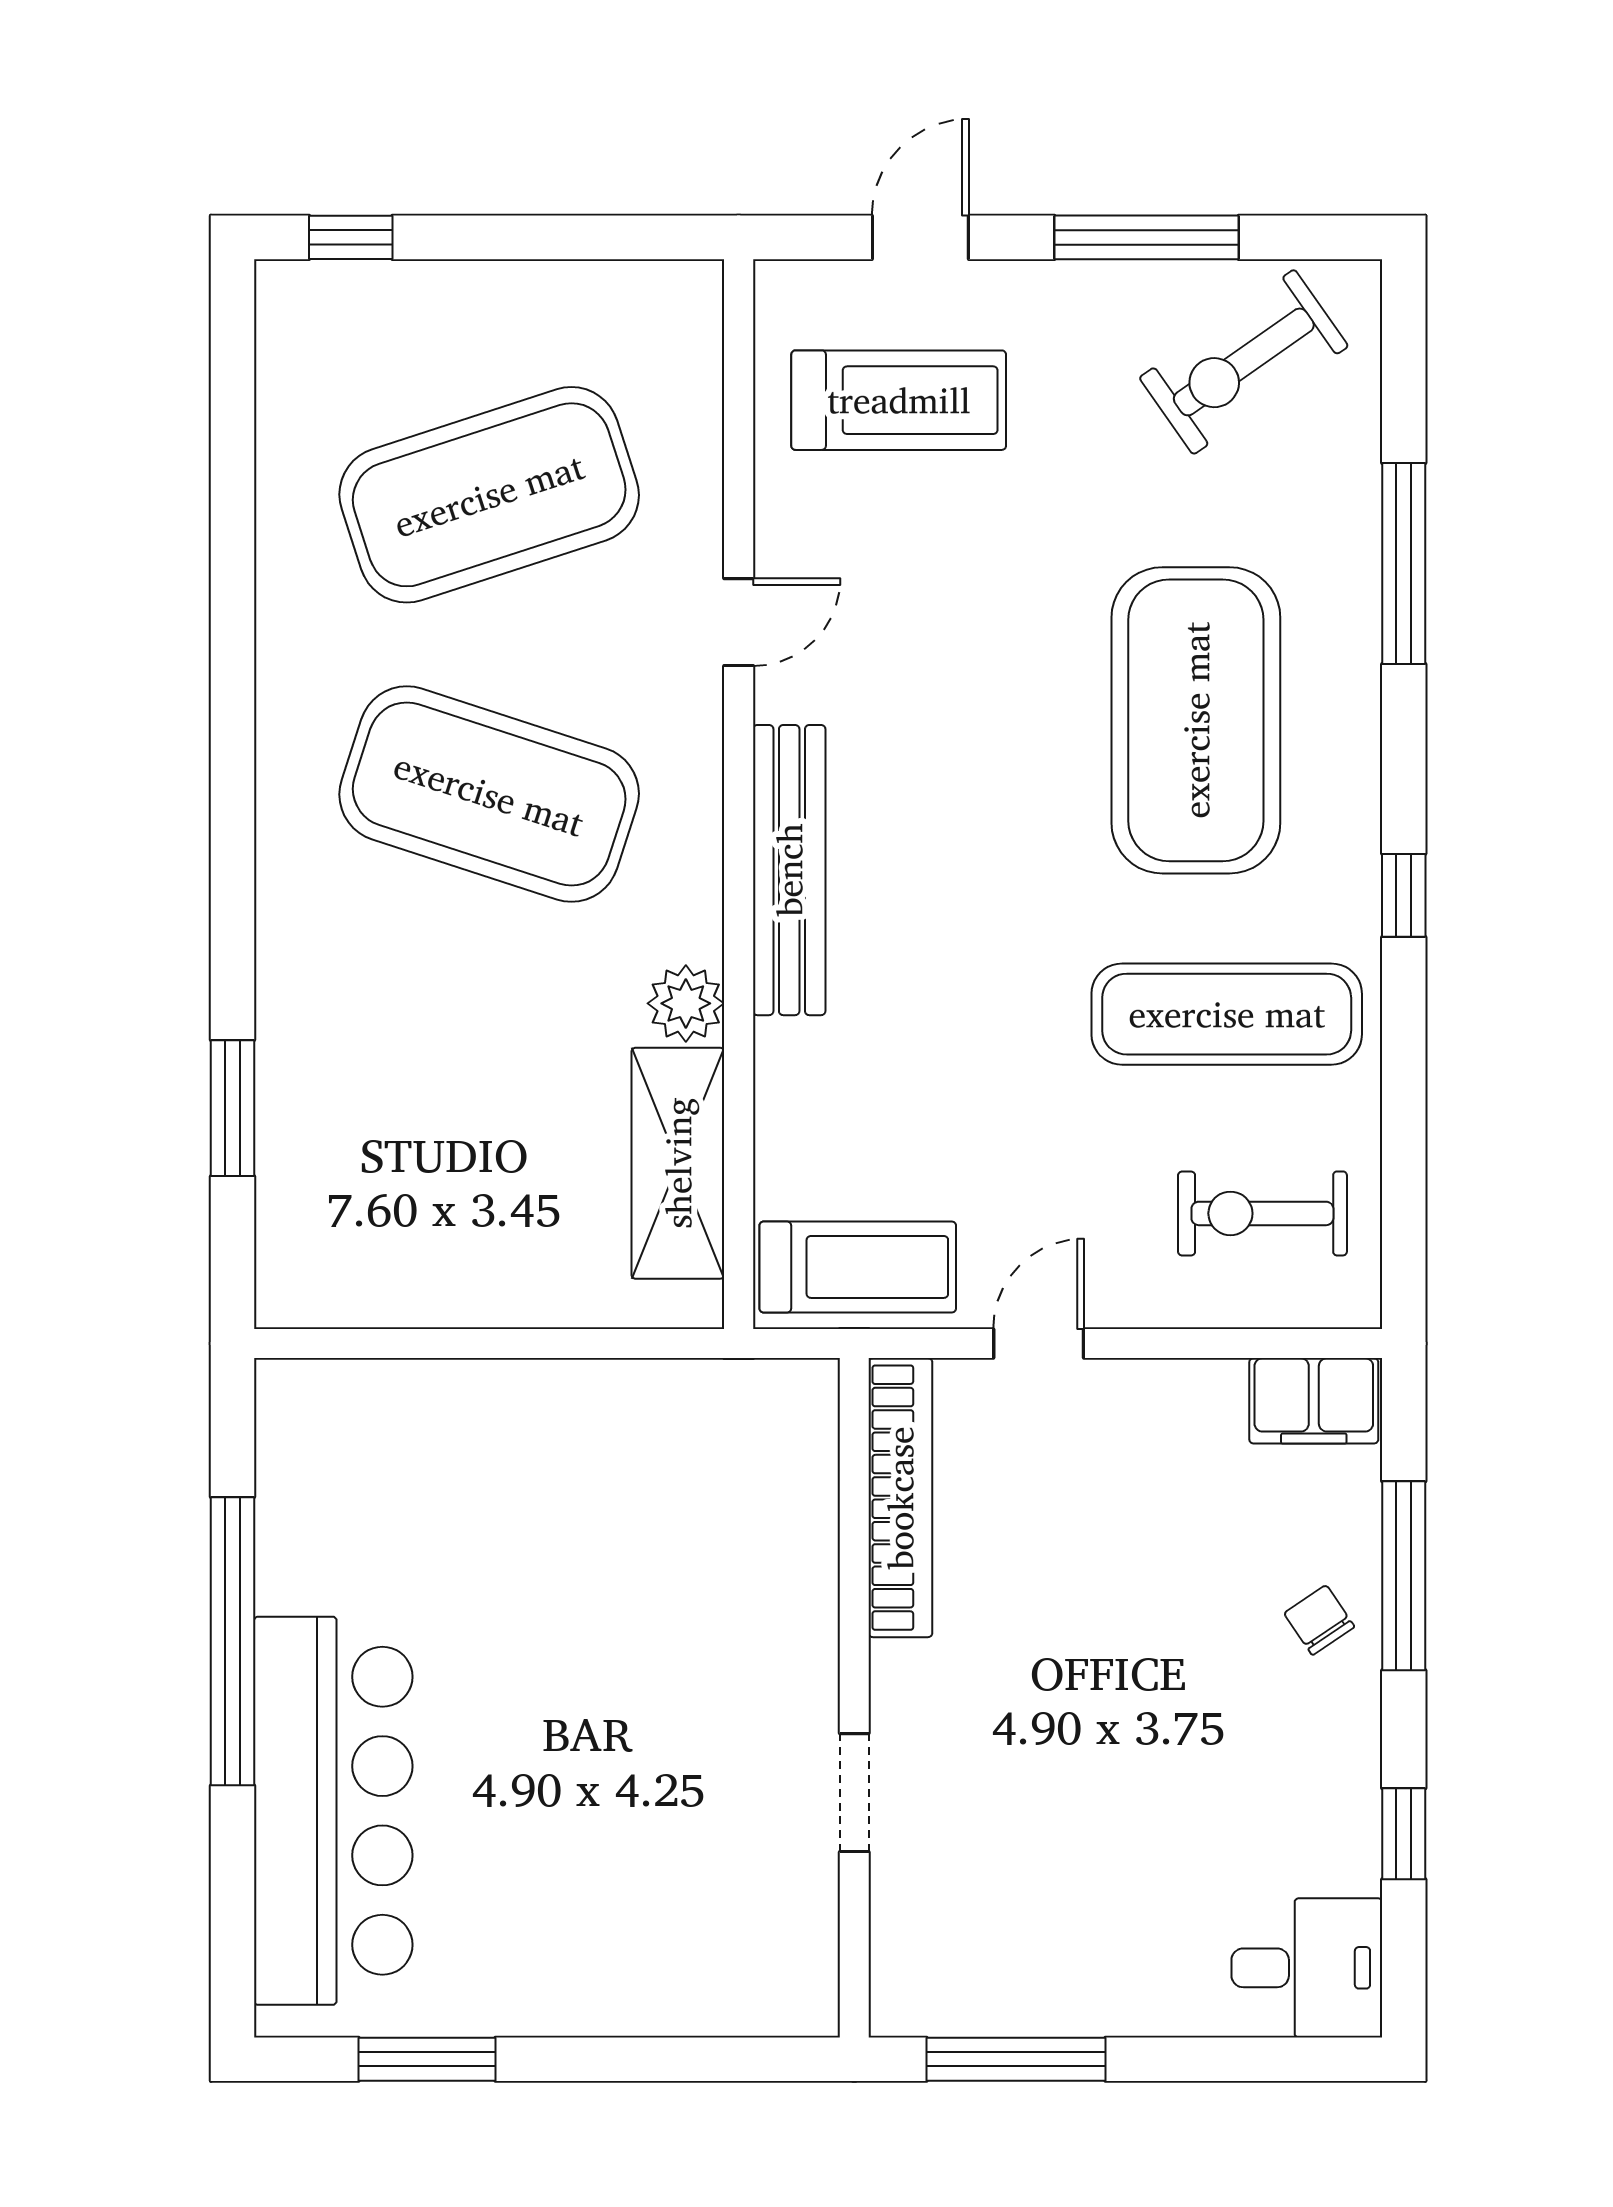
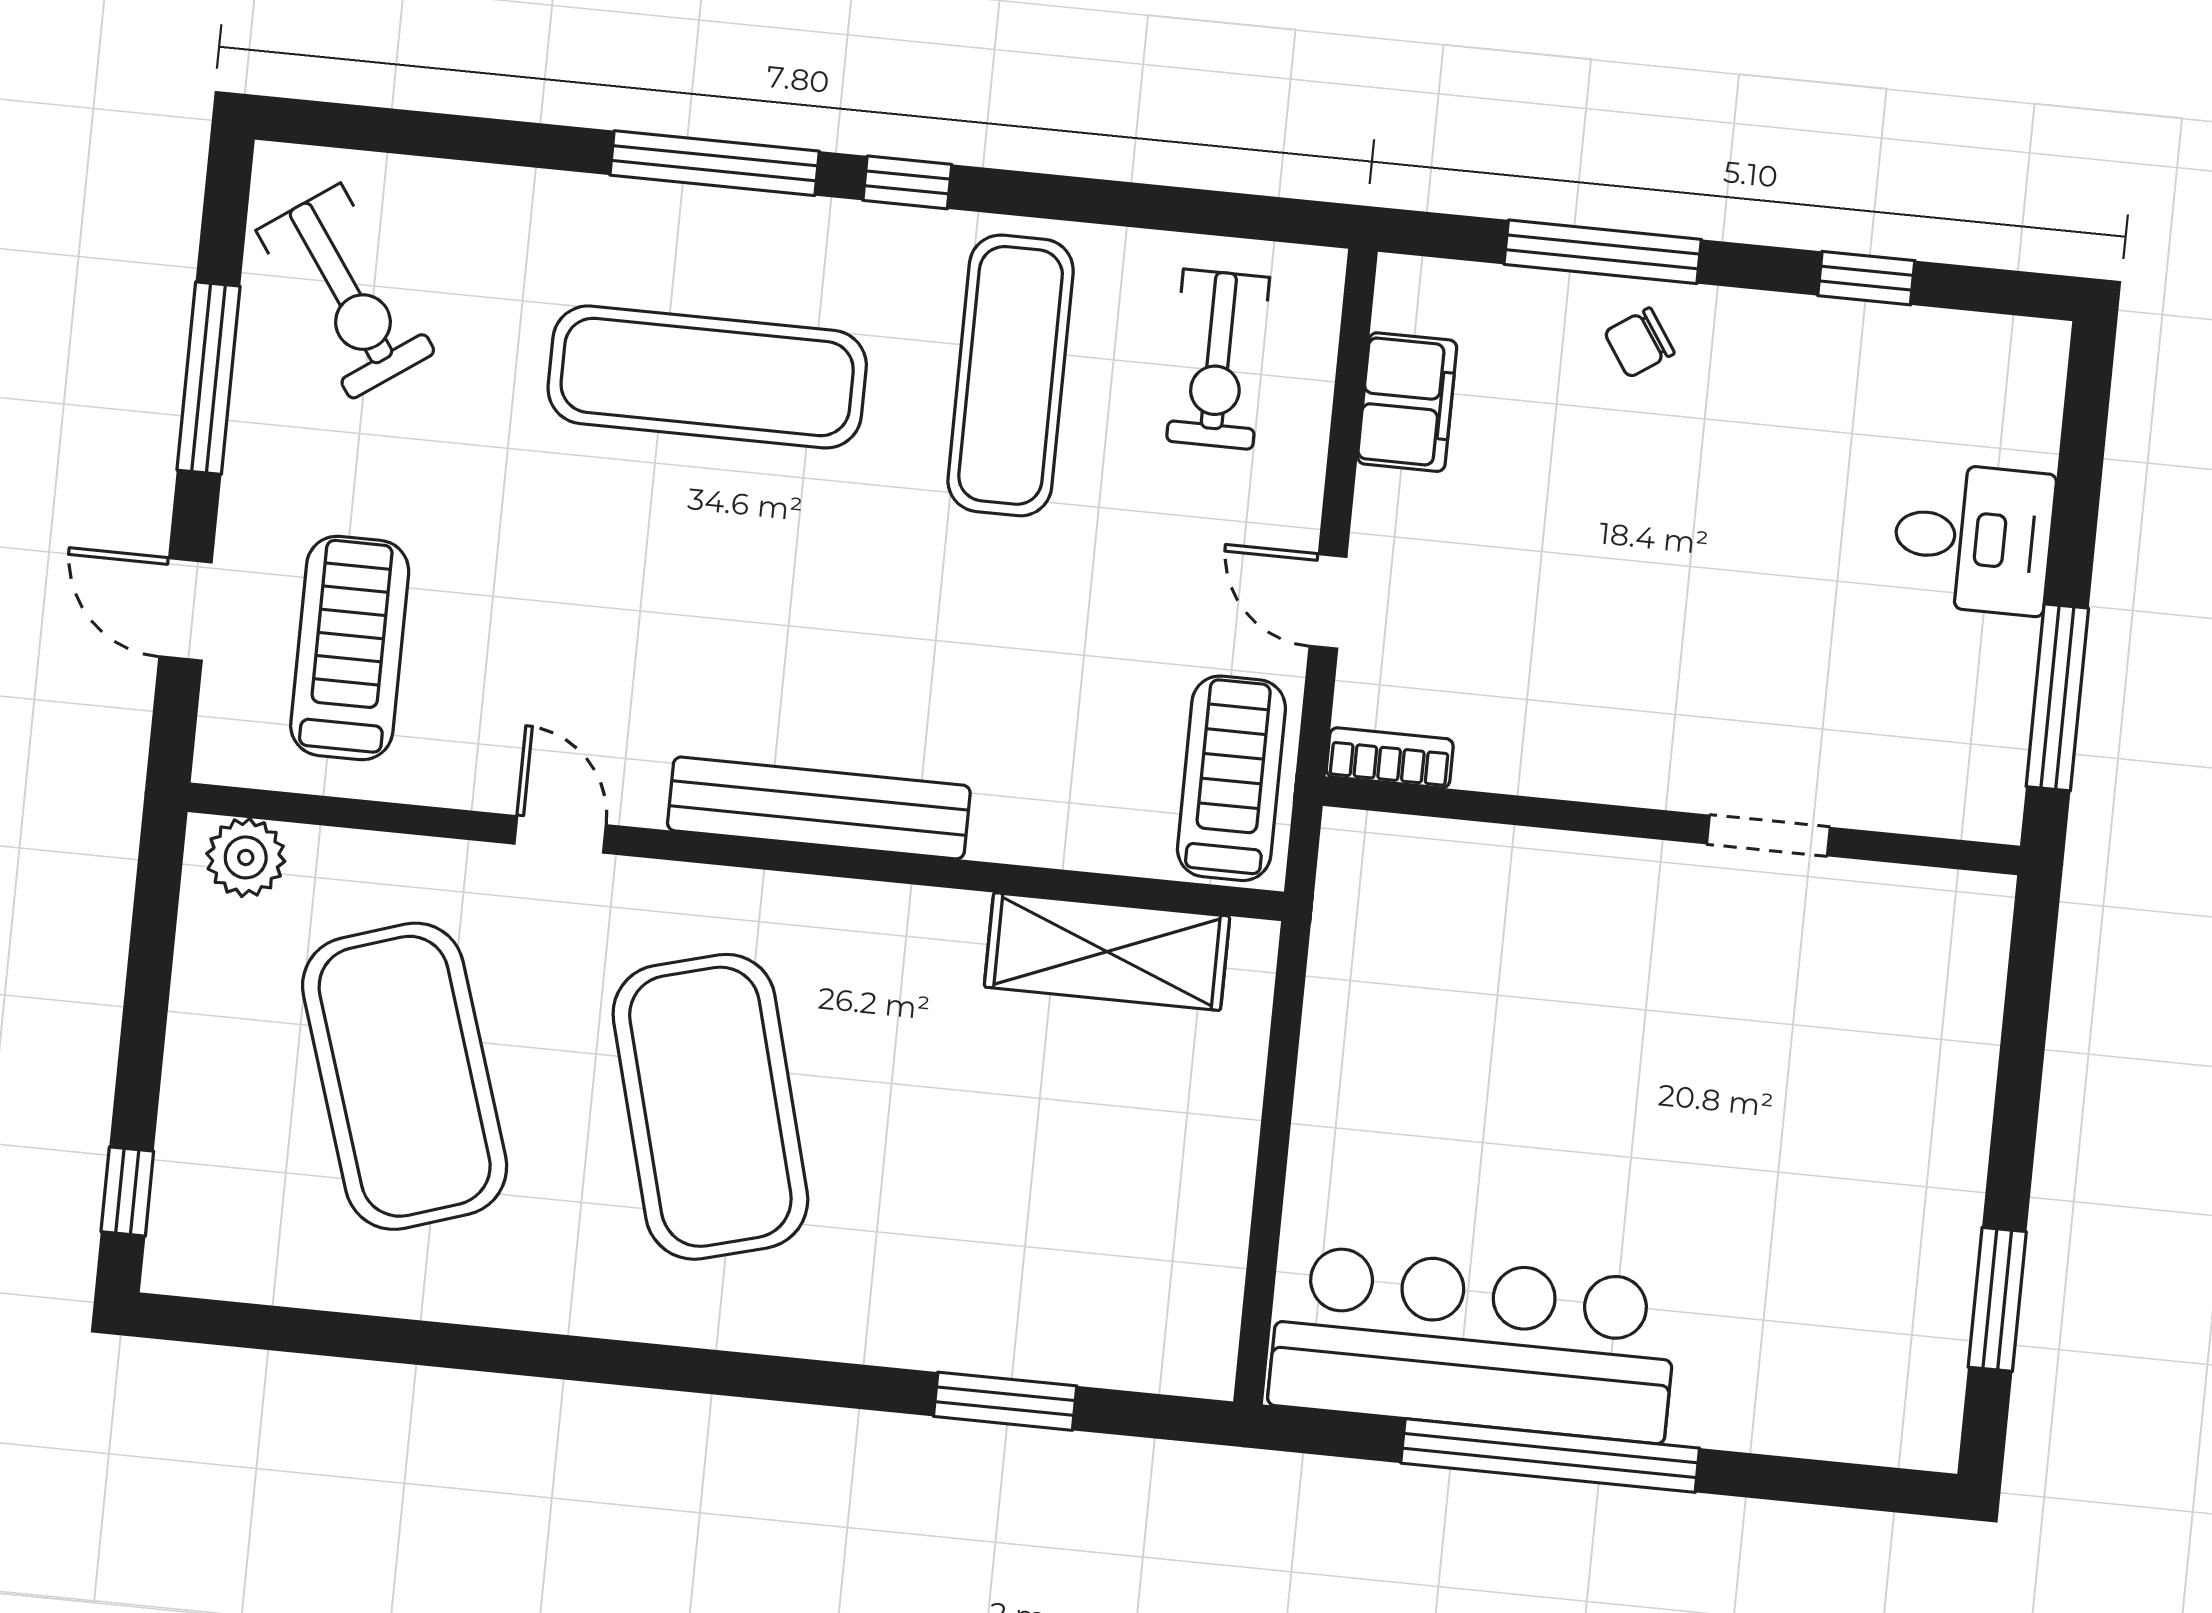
window: (1404, 563) -> (715, 163), moved
exercise mat: (1196, 720) -> (707, 377), width x0.68
exercise mat: (489, 794) -> (710, 1107), turned -33
plant: (686, 1003) -> (246, 857), moved
filing cabinet: (1314, 1401) -> (1407, 402), moved
bookcase: (900, 1498) -> (1390, 758), width x0.43, depth x0.76
bar counter: (333, 1811) -> (1474, 1344), moved
desk: (1307, 1968) -> (1973, 538), moved, turned 90

